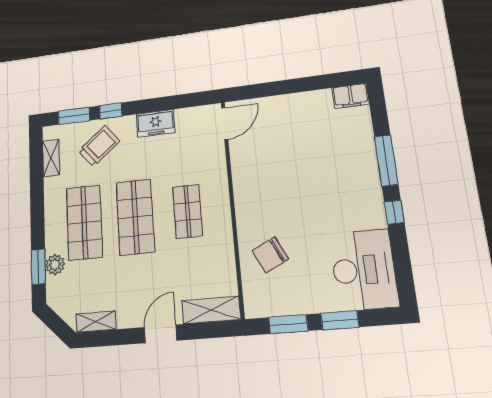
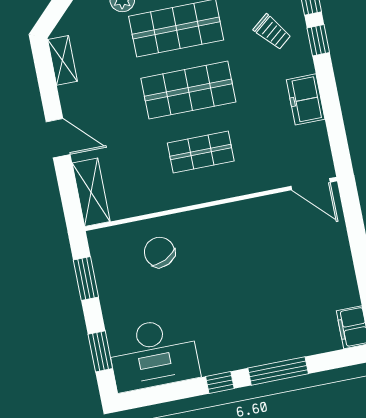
trolley: (99, 146) -> (272, 32), width x0.73, depth x0.72
window: (340, 320) -> (100, 351), moved

